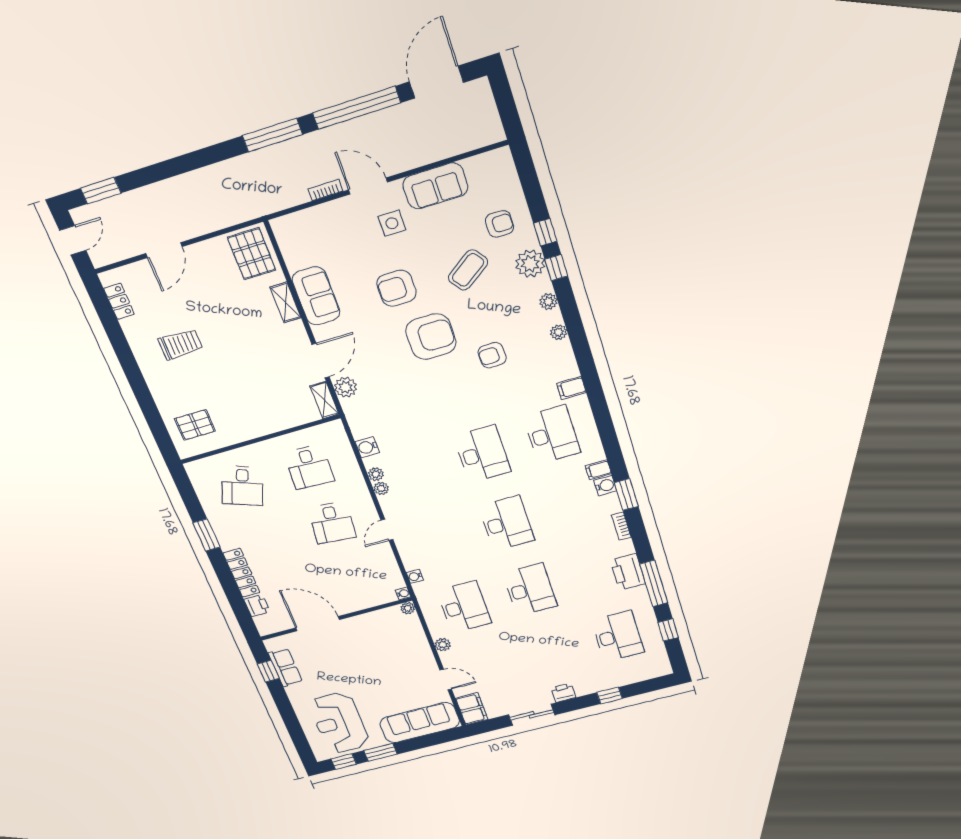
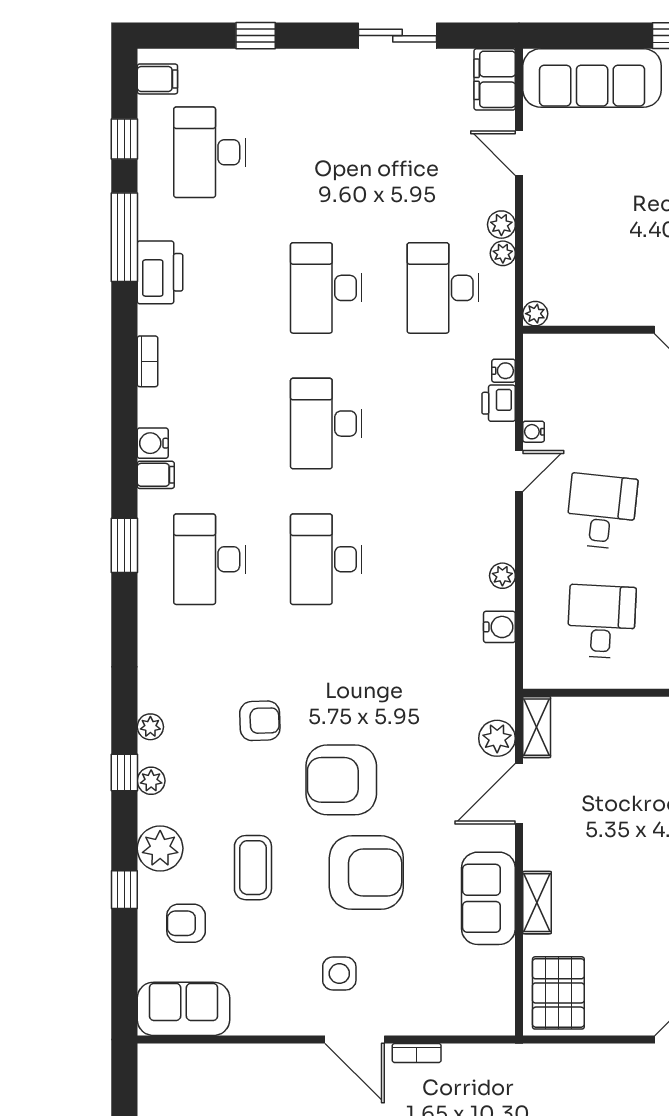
sofa: (435, 186) -> (183, 1009), moved
window: (556, 268) -> (124, 772), moved
coffee table: (468, 270) -> (253, 868), turned -54
armchair: (396, 288) -> (366, 873), width x1.36, depth x1.36
filing cabinet: (571, 388) -> (157, 79), moved
plant: (381, 488) -> (503, 253), moved
window: (626, 495) -> (124, 545), moved
water cooler: (403, 593) -> (534, 432), moved
printer: (563, 693) -> (499, 403), moved, turned 90

